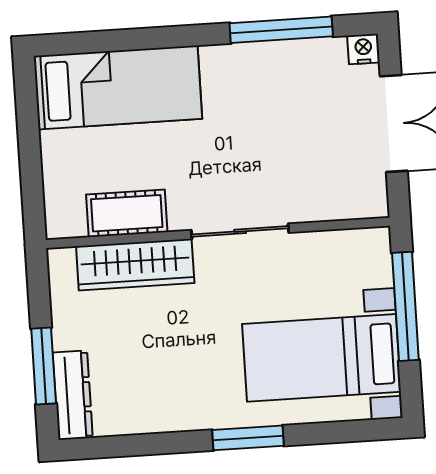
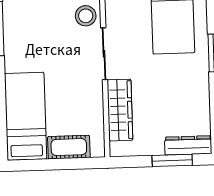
stool: (311, 195) -> (86, 16), added
cot: (127, 213) -> (69, 147), moved, turned 90

